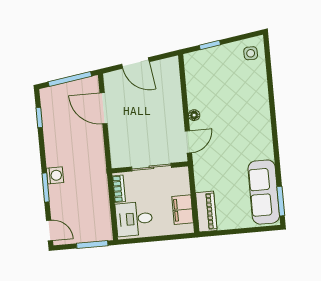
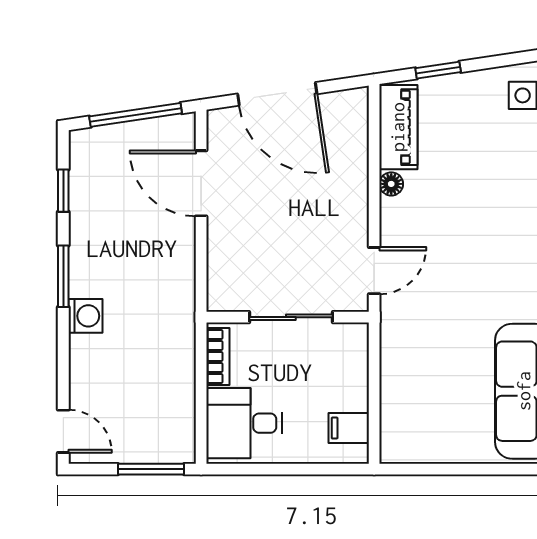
door: (135, 63) -> (277, 94), width x1.36
floor lamp: (194, 115) -> (391, 184), moved
window: (46, 188) -> (63, 276), moved
filing cabinet: (183, 210) -> (349, 428), width x0.50
piano: (206, 212) -> (398, 127), moved

